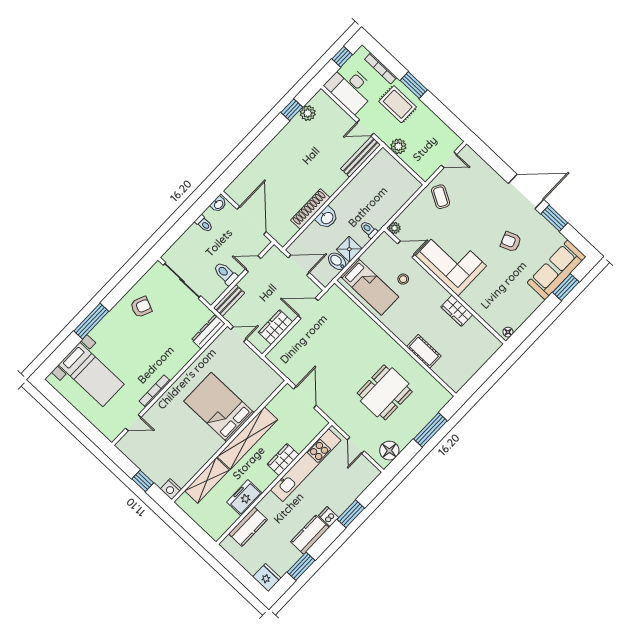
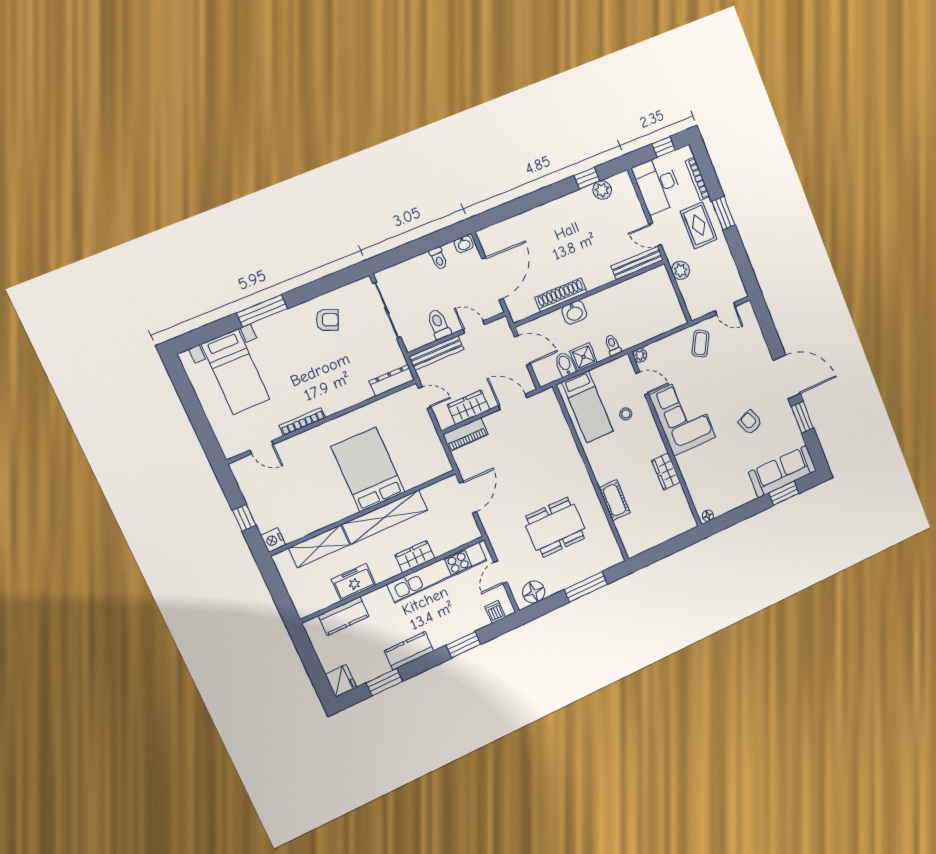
bench: (229, 300) -> (436, 353), width x1.36
piano: (282, 349) -> (465, 435), added
dishwasher: (329, 517) -> (495, 612), moved

